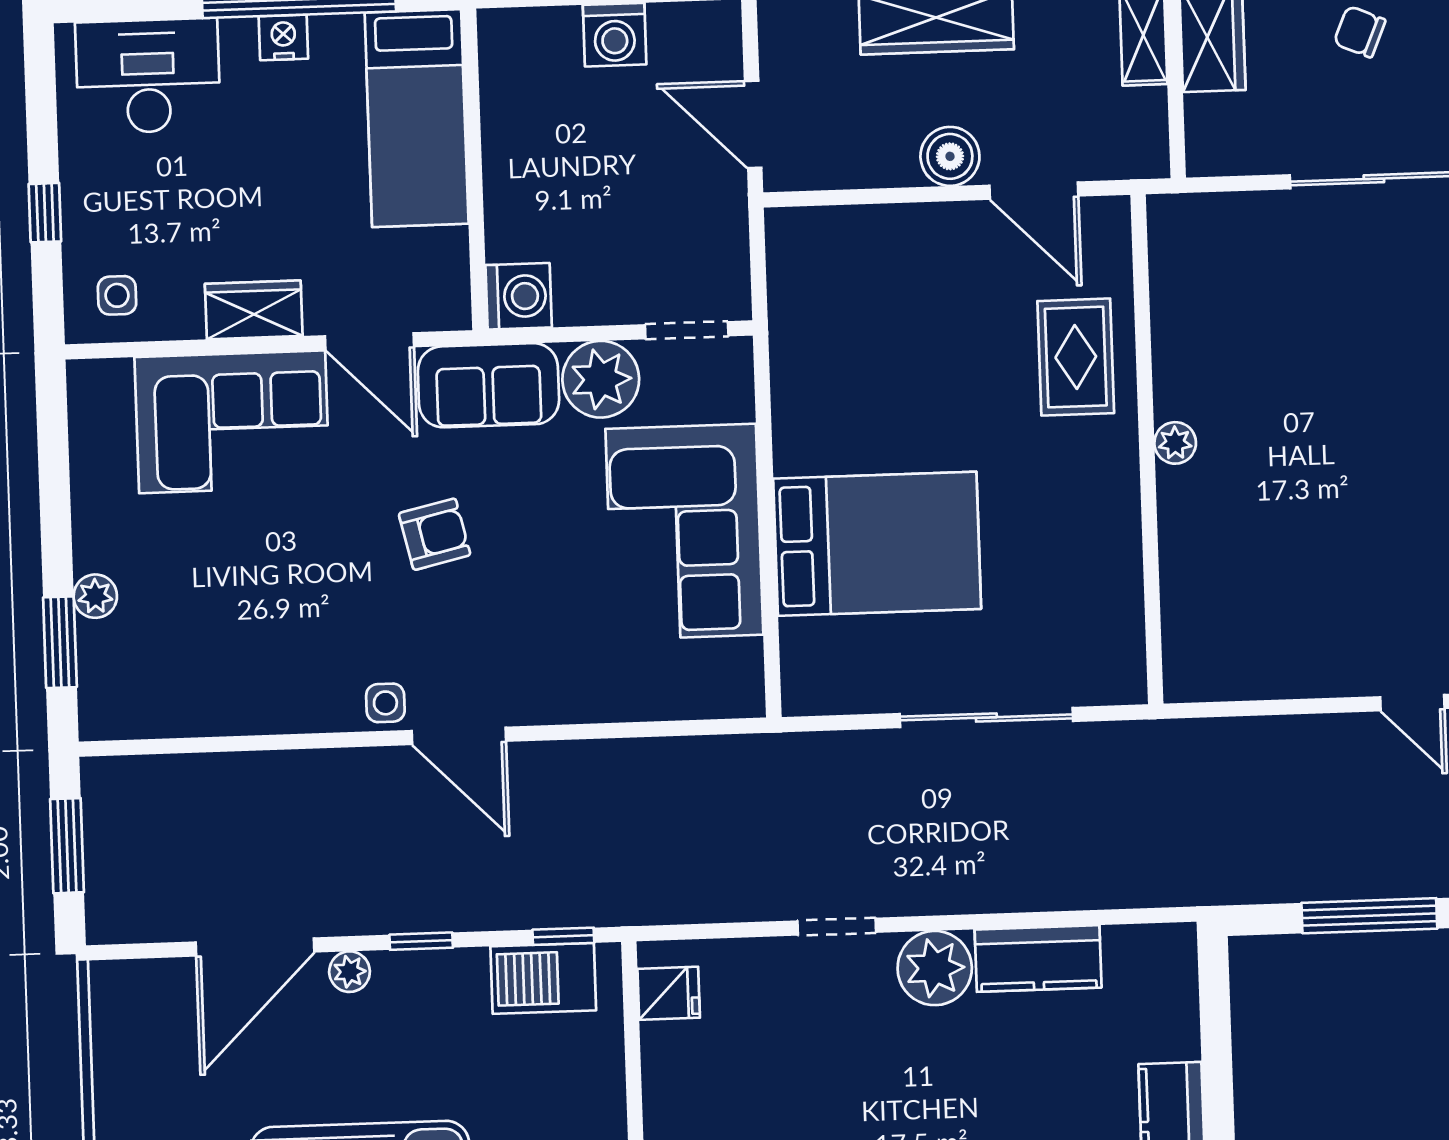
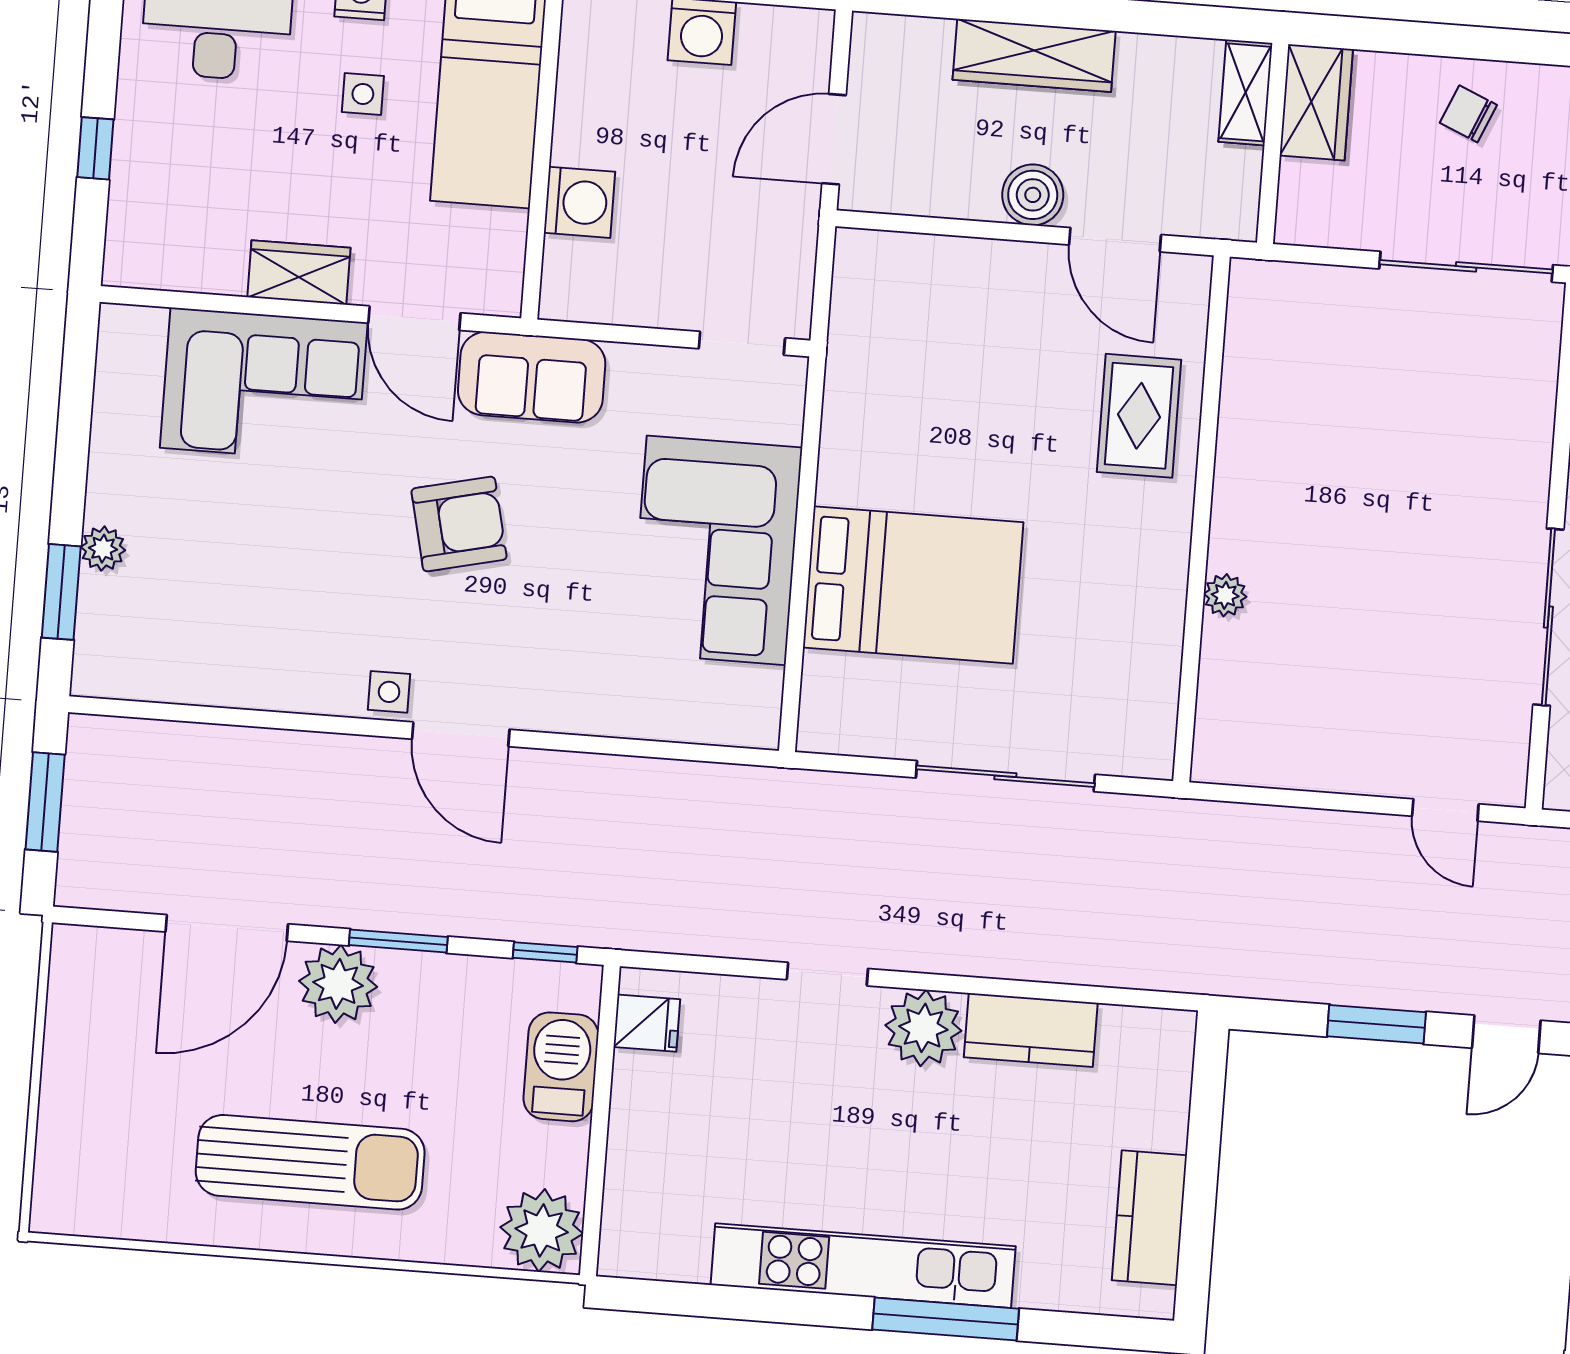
door: (753, 124) -> (834, 139), hinge flipped
side table: (117, 295) -> (363, 94), moved
washing machine: (519, 296) -> (580, 202), moved
plant: (601, 379) -> (648, 384), removed
plant: (1175, 443) -> (1225, 595), moved
armchair: (435, 534) -> (459, 524), width x1.38, depth x1.38
window: (1369, 916) -> (1376, 1024), width x0.69
window: (421, 941) -> (398, 941), width x1.50
plant: (350, 972) -> (338, 984), width x1.87, depth x1.87
barbecue: (543, 978) -> (561, 1067), moved, turned 90

